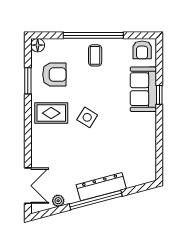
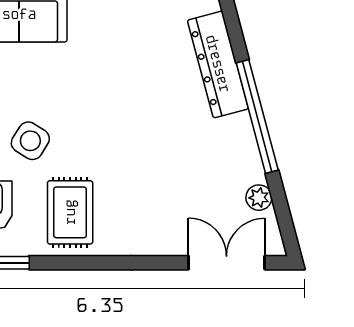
side table: (87, 117) -> (30, 141), moved
dresser: (101, 187) -> (218, 64), moved

